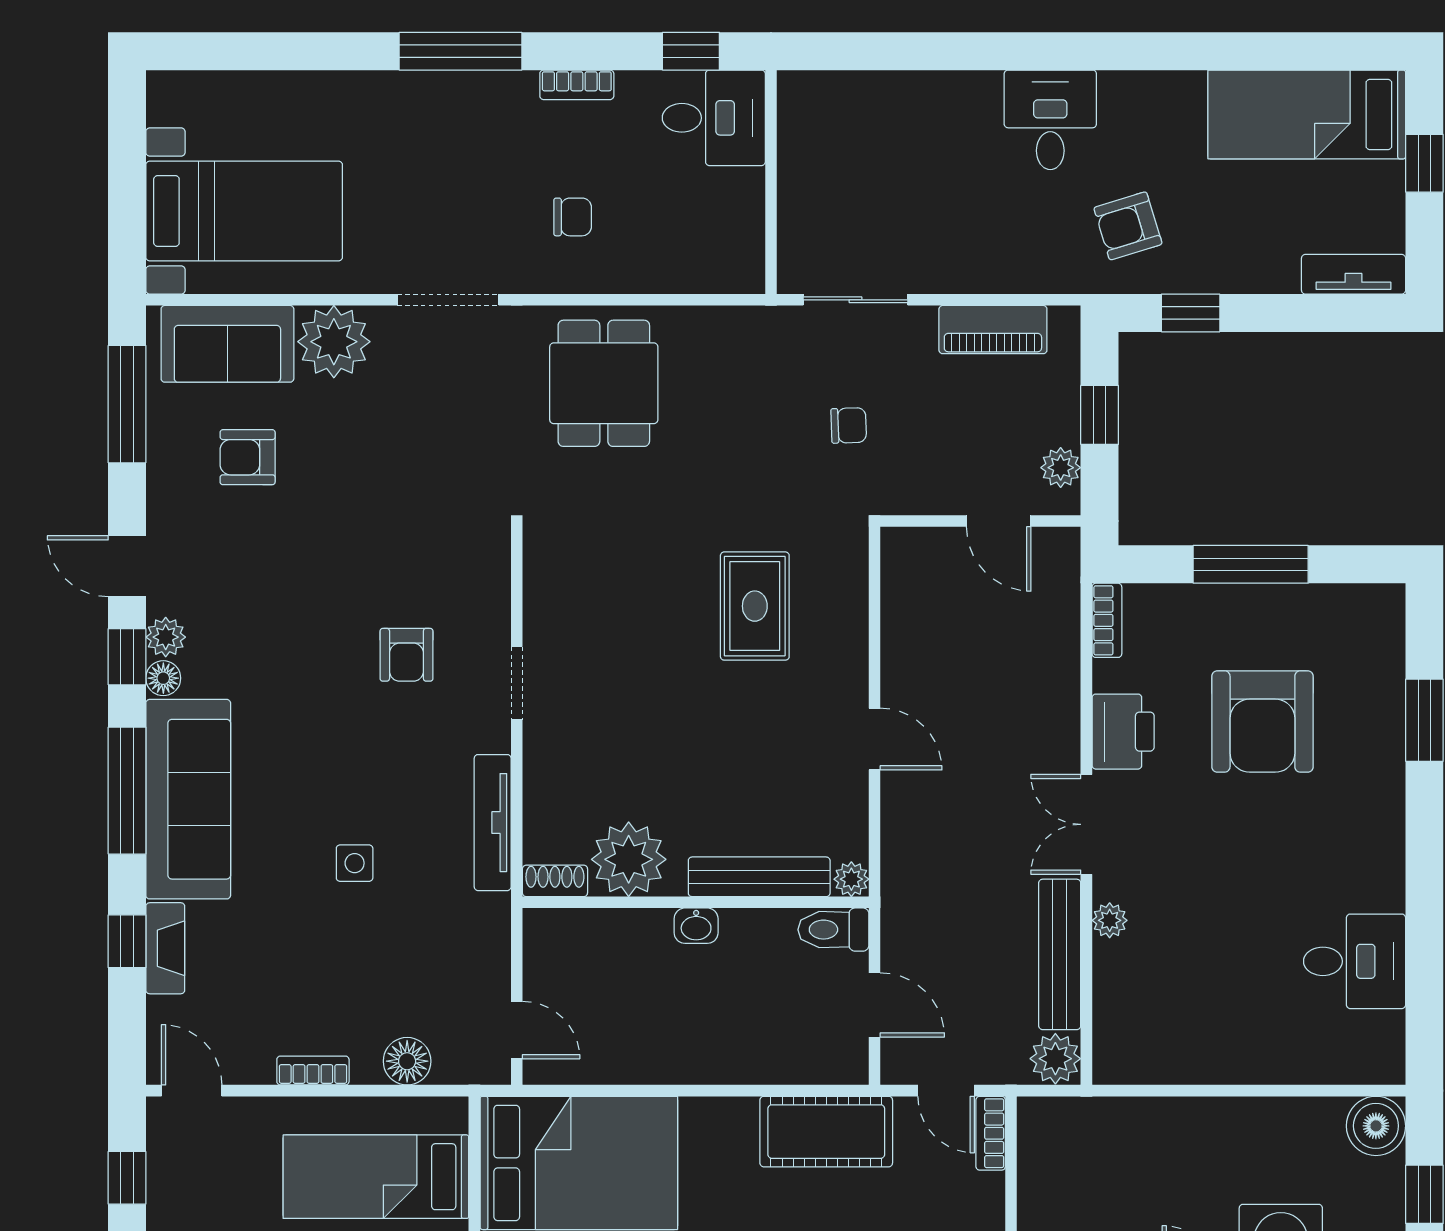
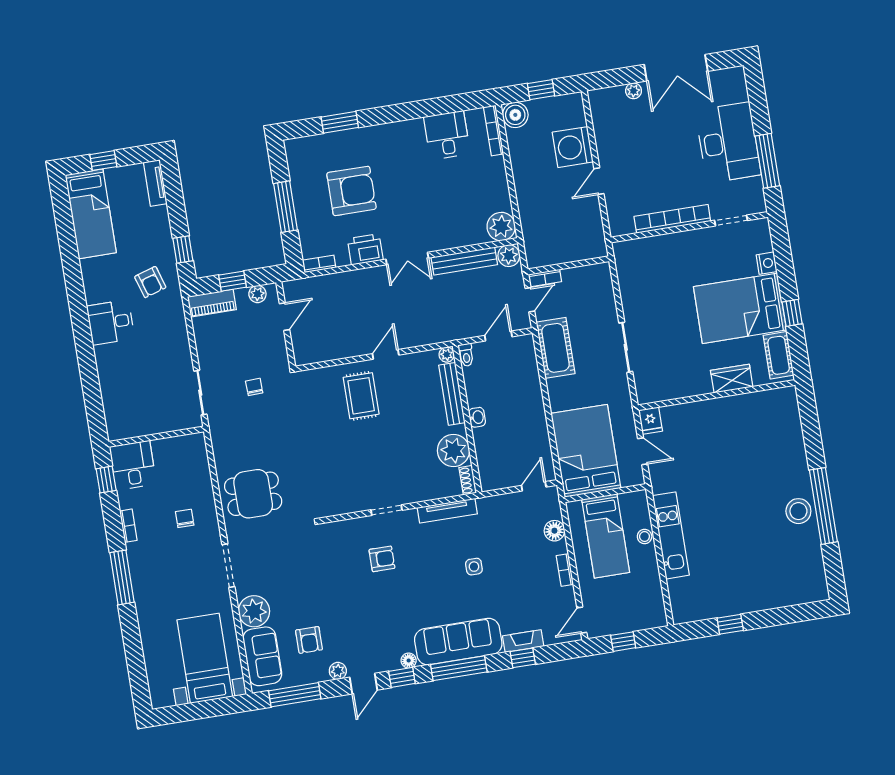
piano: (993, 330) -> (212, 303), moved, turned 90
rug: (755, 606) -> (361, 396), moved, turned 90
plant: (166, 637) -> (338, 671), moved
plant: (1110, 920) -> (501, 227), moved, width x1.88, depth x1.88
toilet: (833, 930) -> (466, 355), width x0.73, depth x0.72
bookcase: (1348, 1070) -> (494, 131), added

